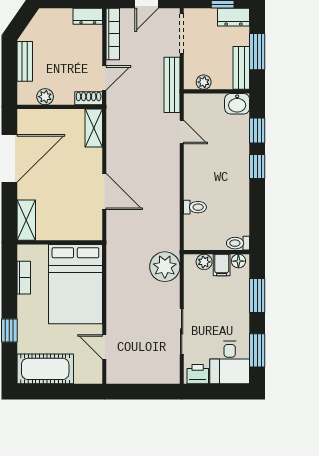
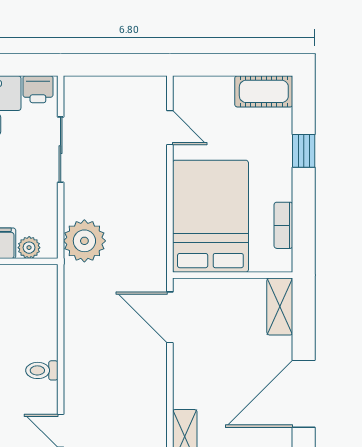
door: (104, 192) -> (170, 317), moved
toilet: (195, 207) -> (42, 370), moved
cot: (45, 369) -> (264, 91), width x0.73, depth x0.75

